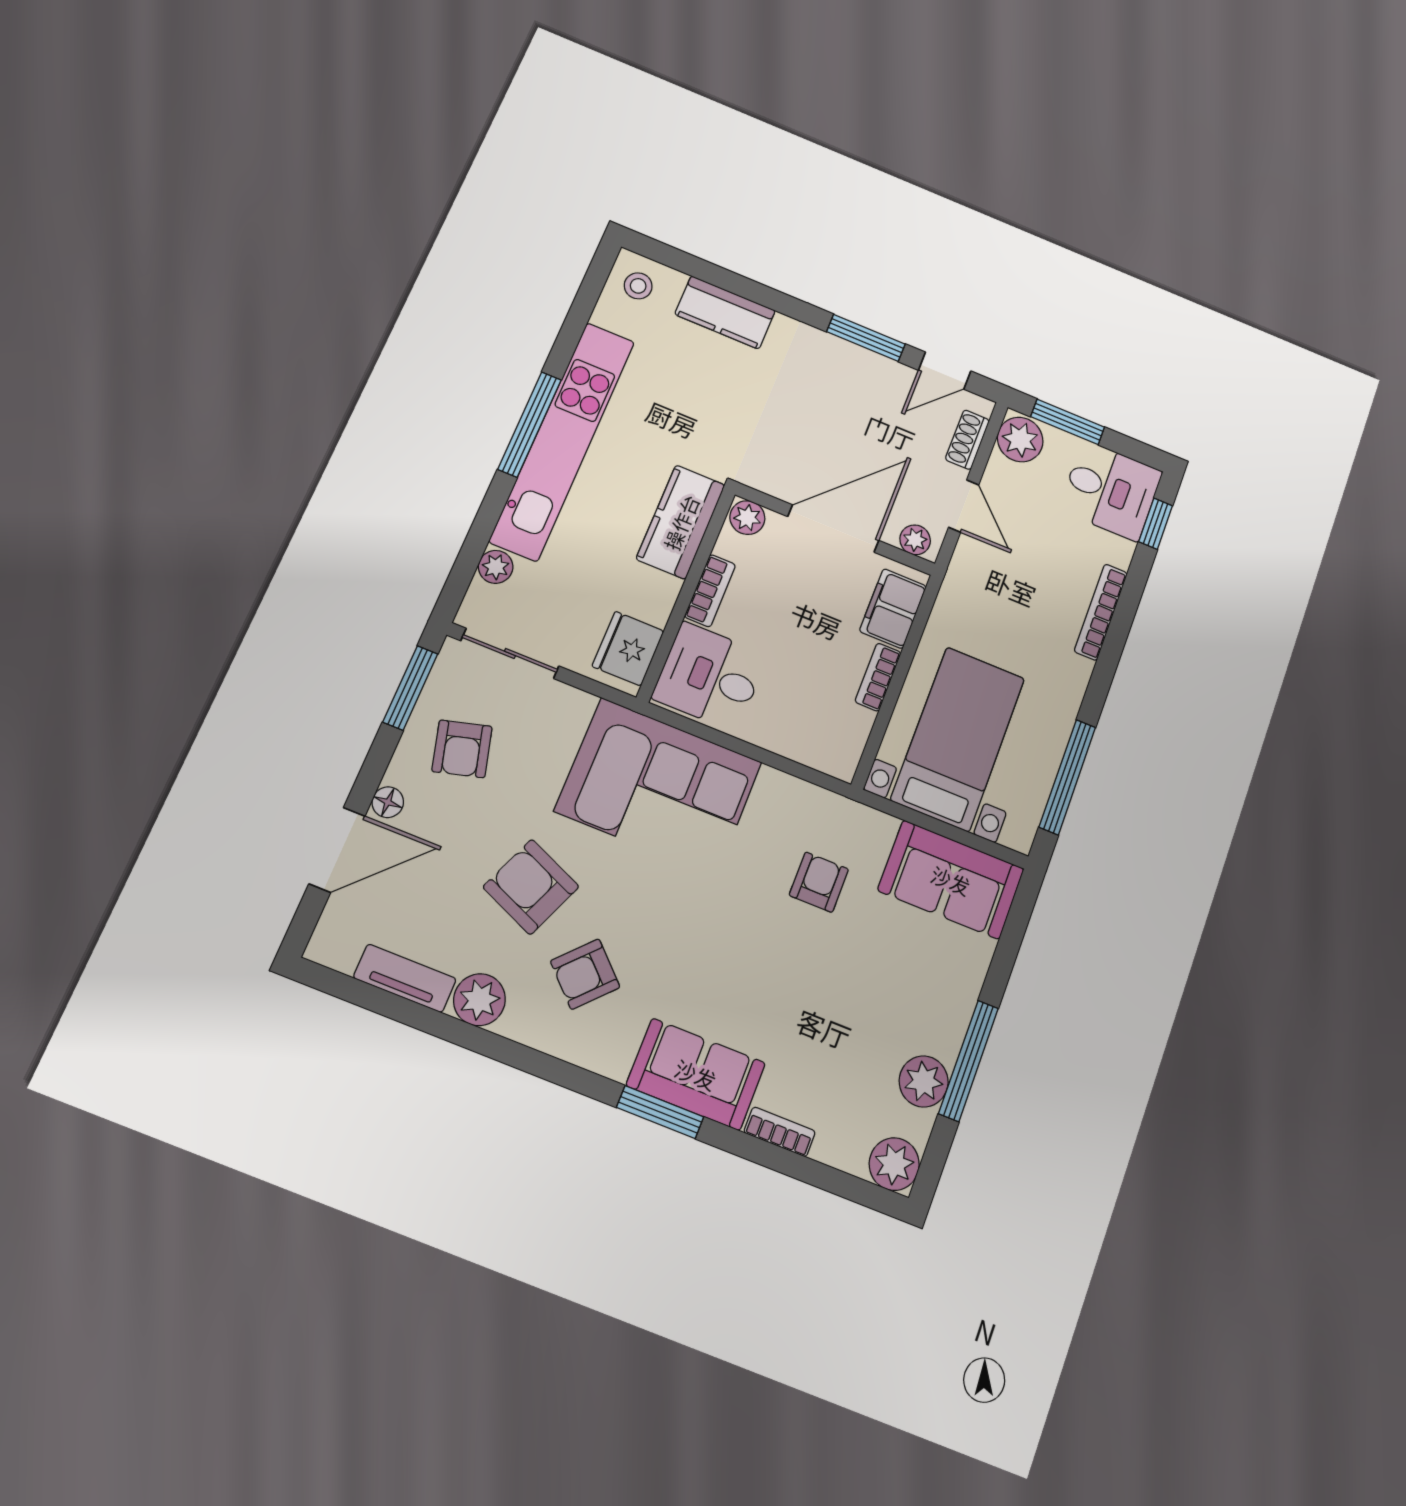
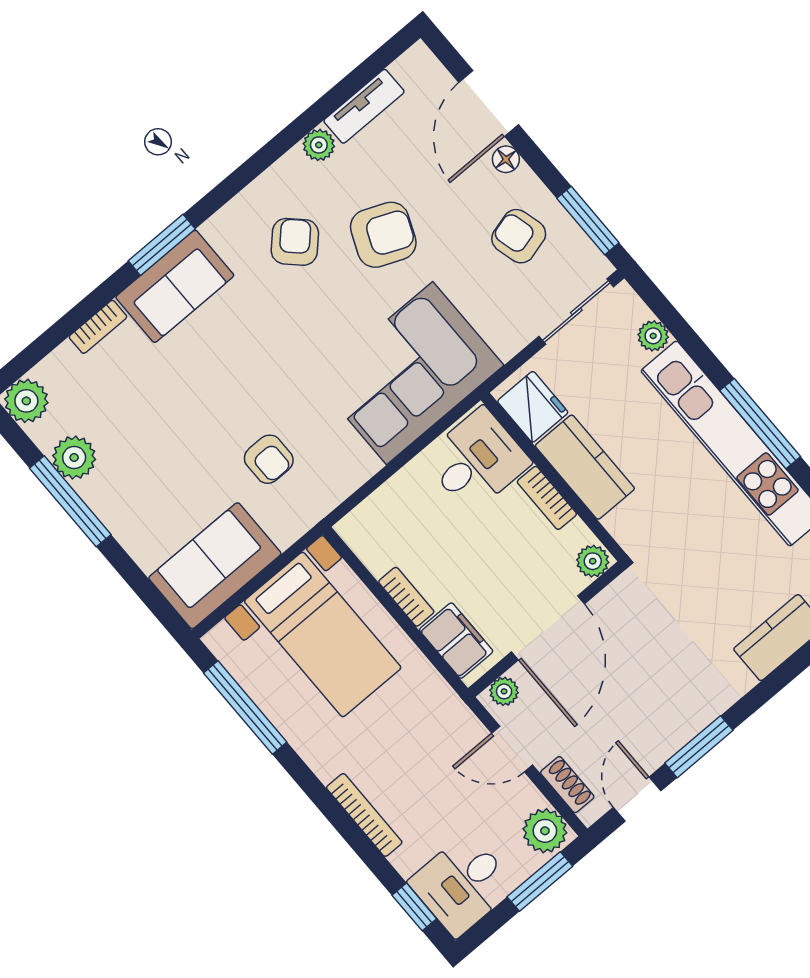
kitchen counter: (681, 522) -> (585, 467), moved
plant: (480, 1000) -> (319, 145), width x0.73, depth x0.73

